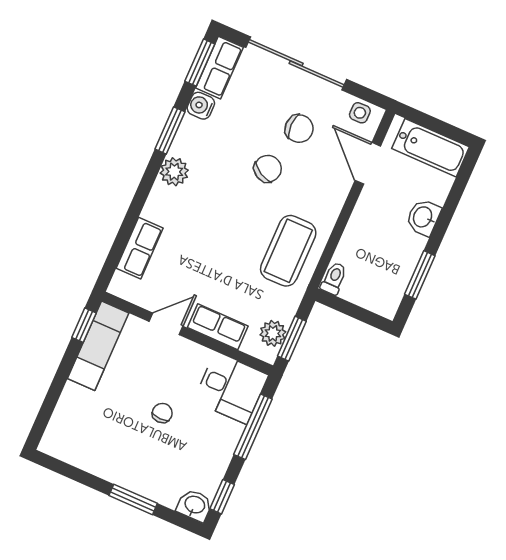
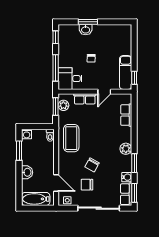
washing machine: (386, 305) -> (27, 134), added
washbasin: (195, 505) -> (86, 30), moved

